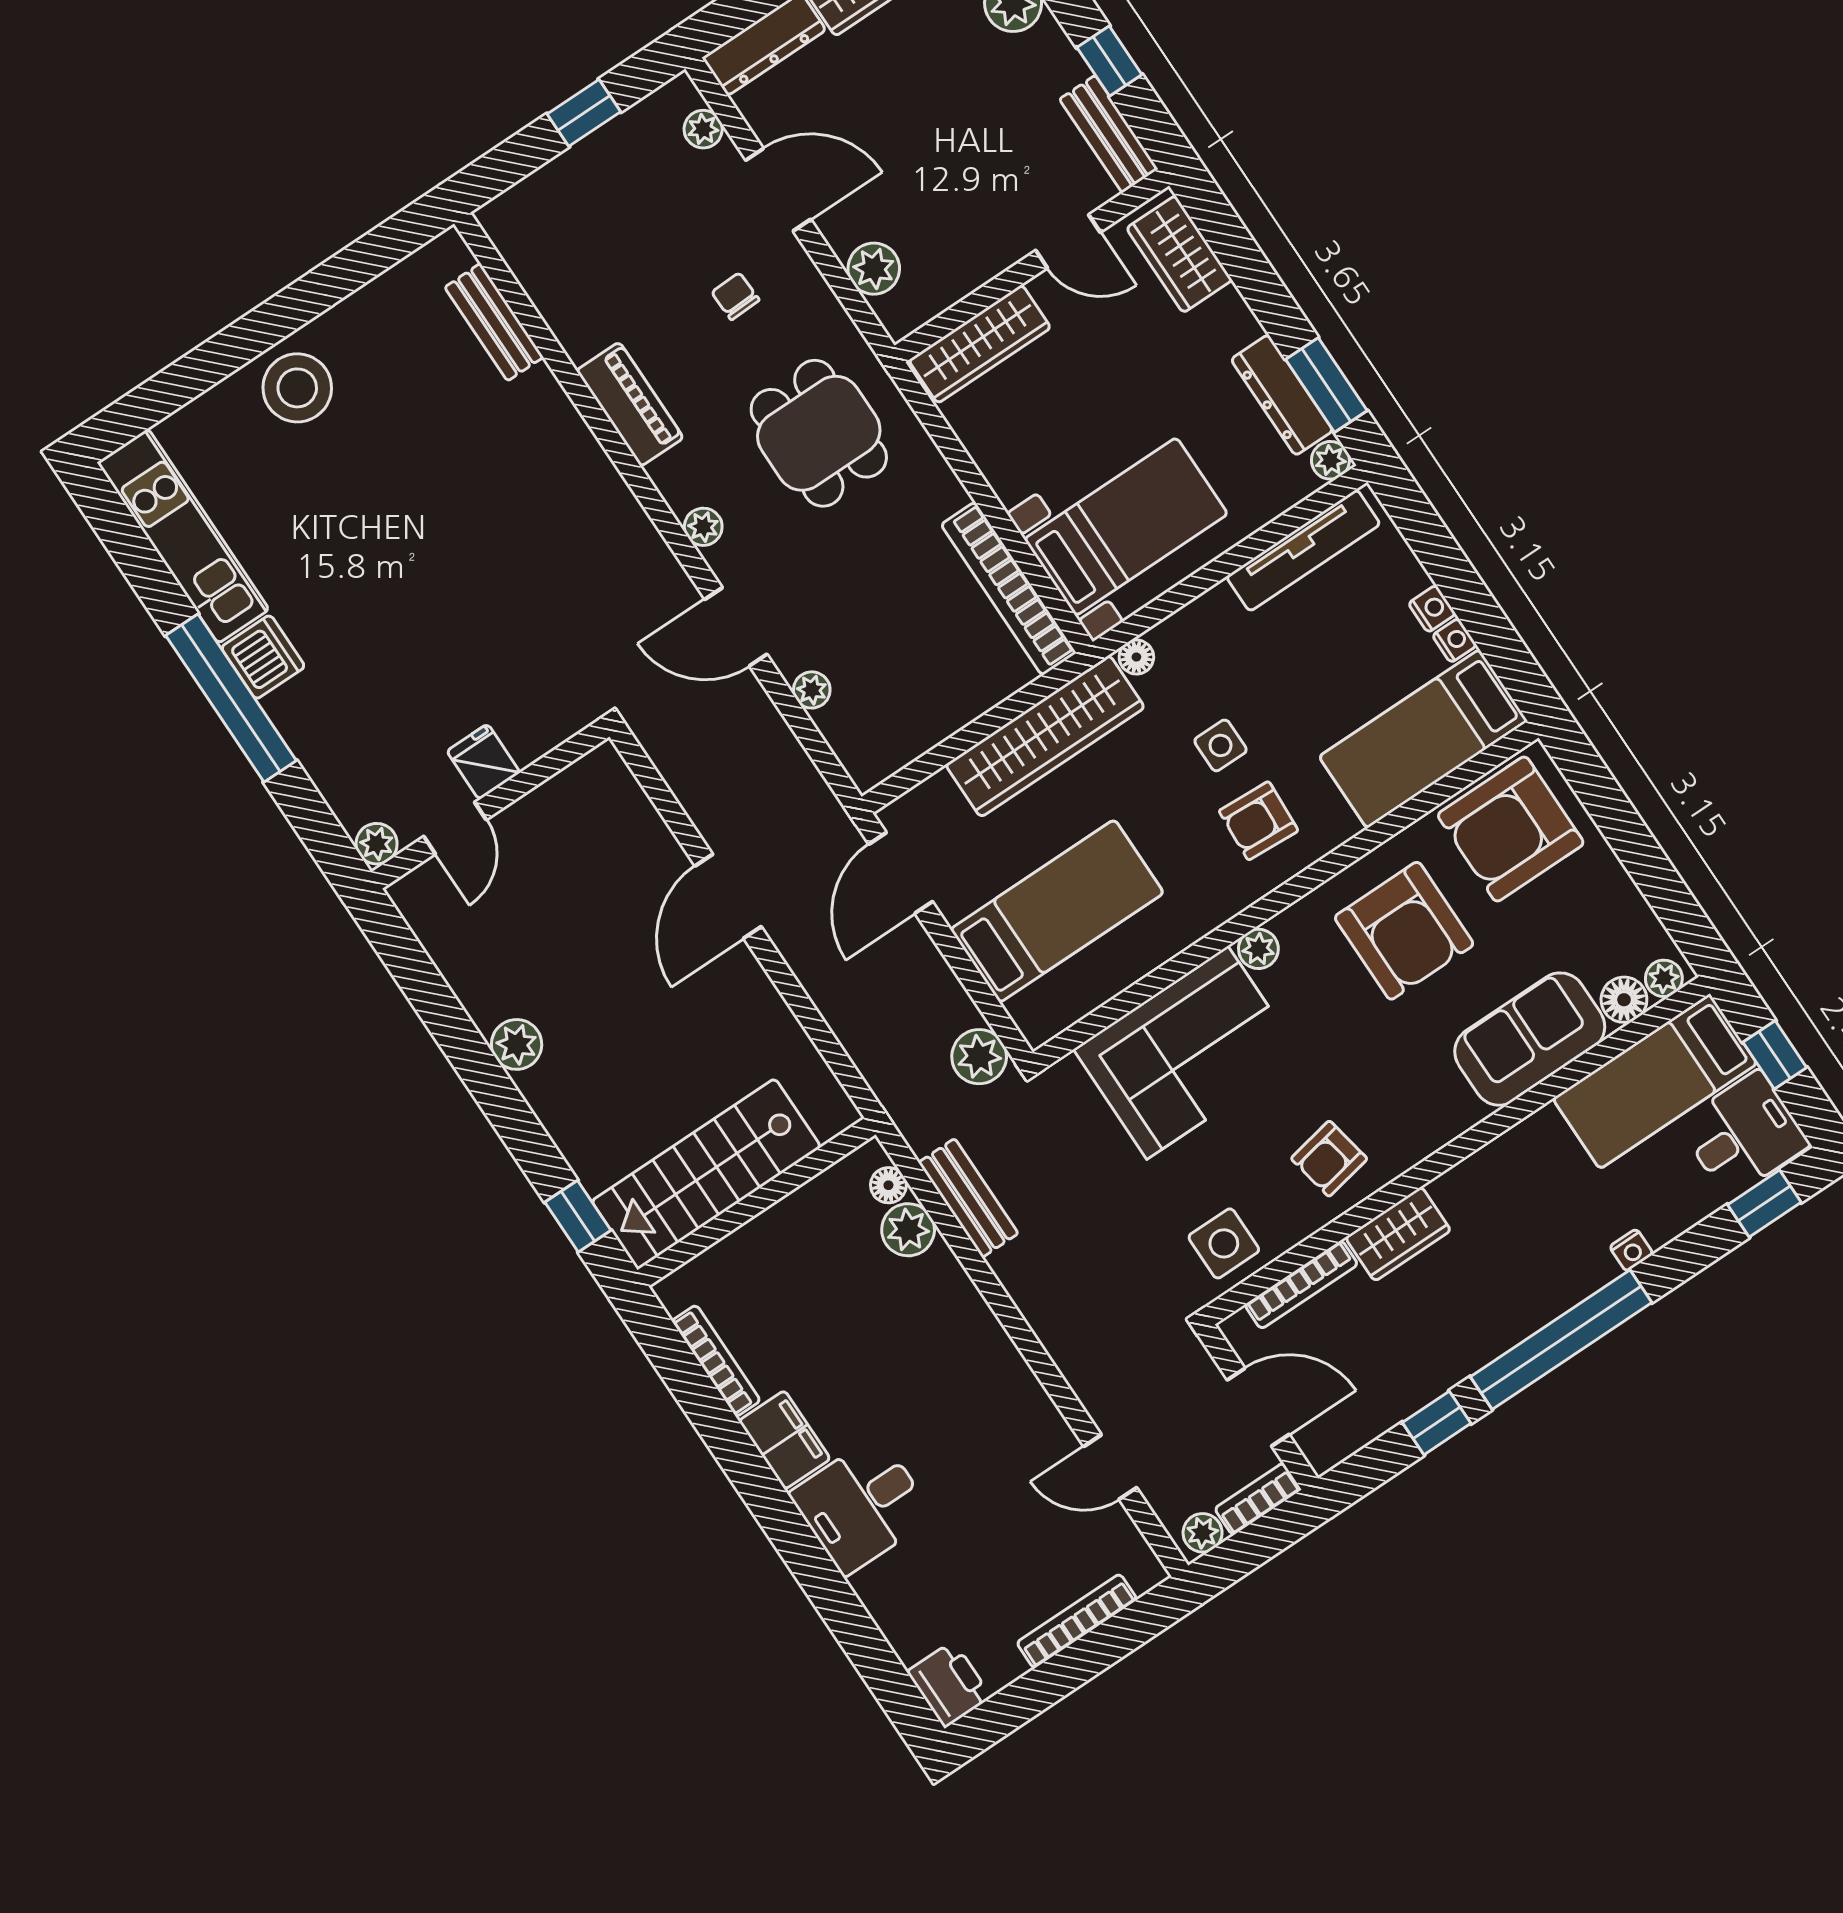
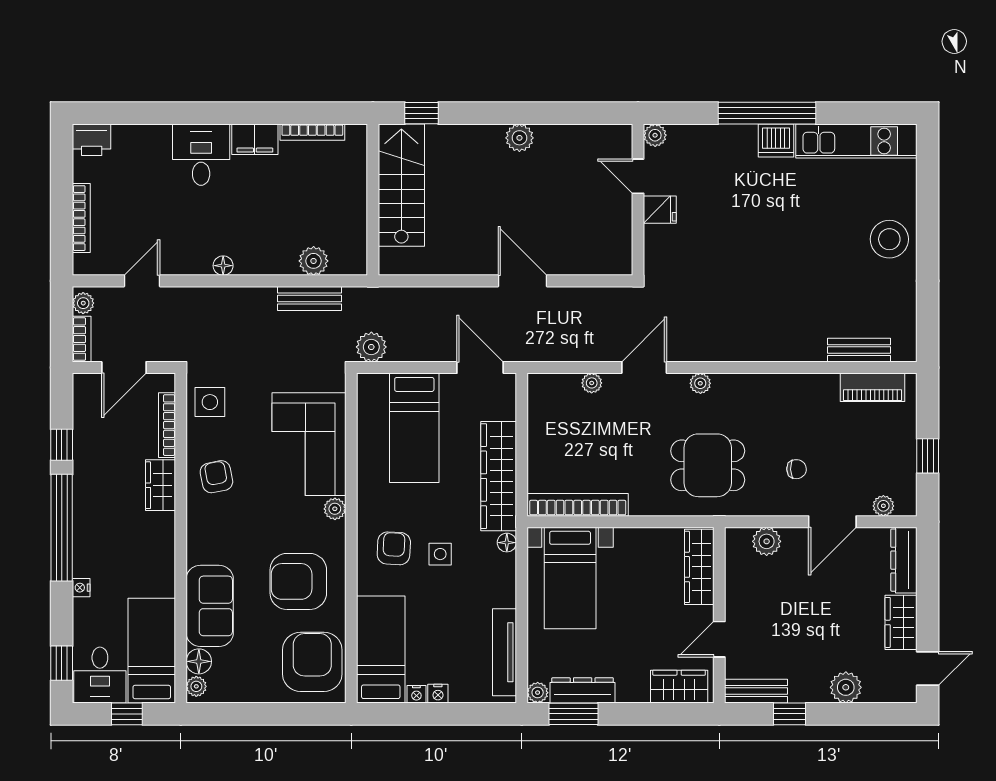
piano: (630, 404) -> (872, 387), moved
floor lamp: (888, 1185) -> (223, 266), moved

